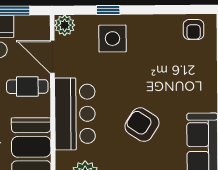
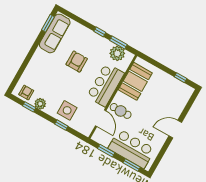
window: (176, 10) -> (29, 107), added
plant: (65, 25) -> (40, 104), moved
armchair: (142, 125) -> (77, 62), turned -123

